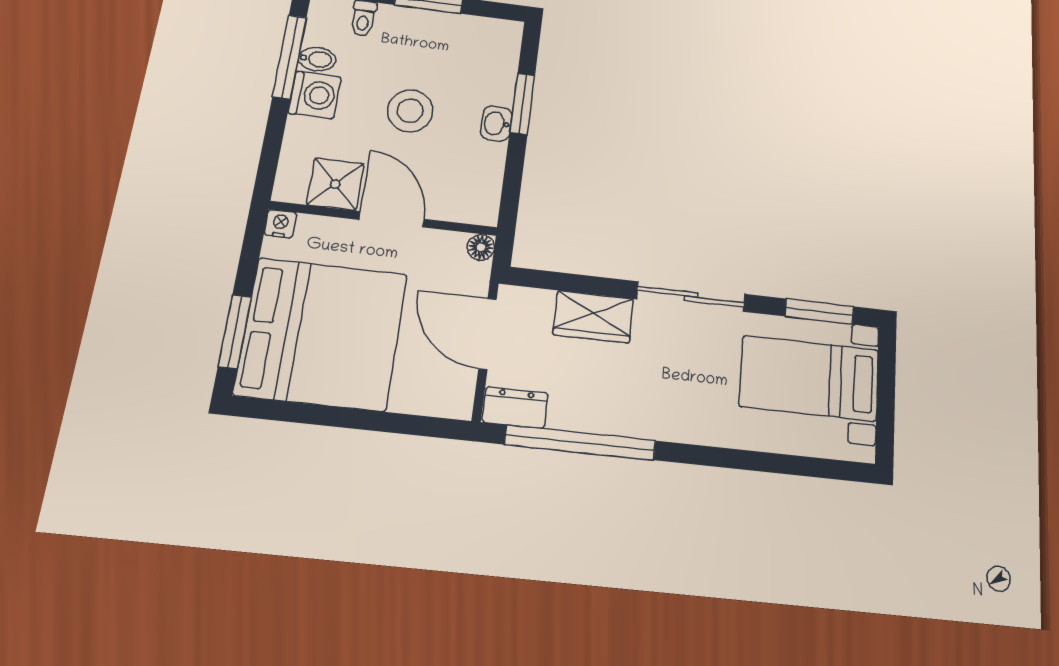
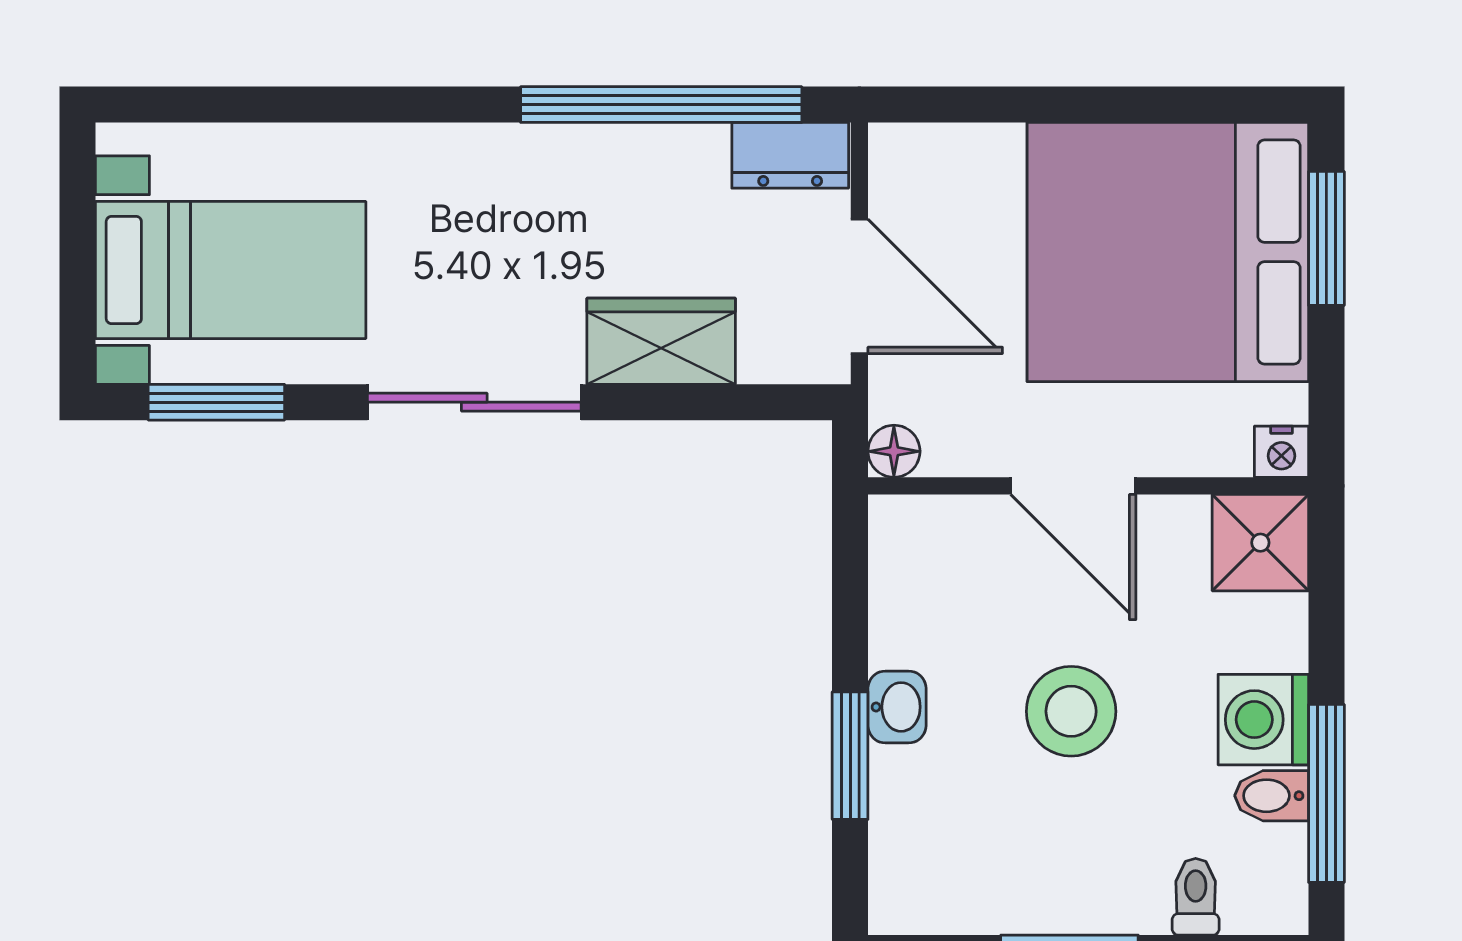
shower: (335, 184) -> (1260, 543), moved

